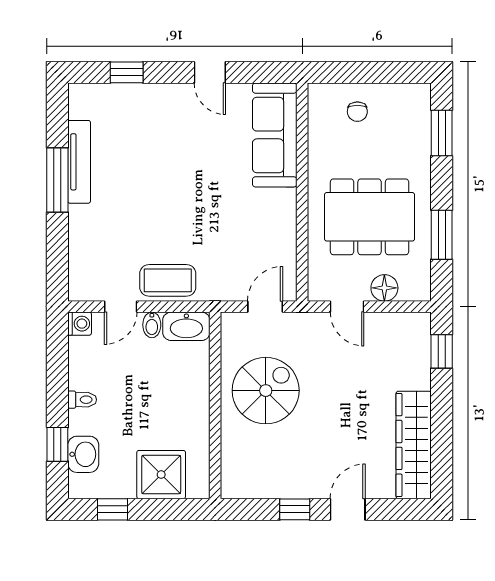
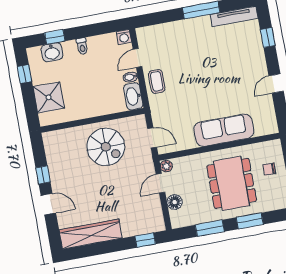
window: (442, 133) -> (250, 221), moved
sofa: (275, 135) -> (224, 130), moved
tv unit: (79, 162) -> (234, 16), moved
dining table: (370, 217) -> (232, 183), moved
coffee table: (168, 280) -> (157, 81), width x0.73, depth x0.77
plant: (319, 291) -> (166, 166), added
door: (121, 307) -> (137, 58), hinge flipped

